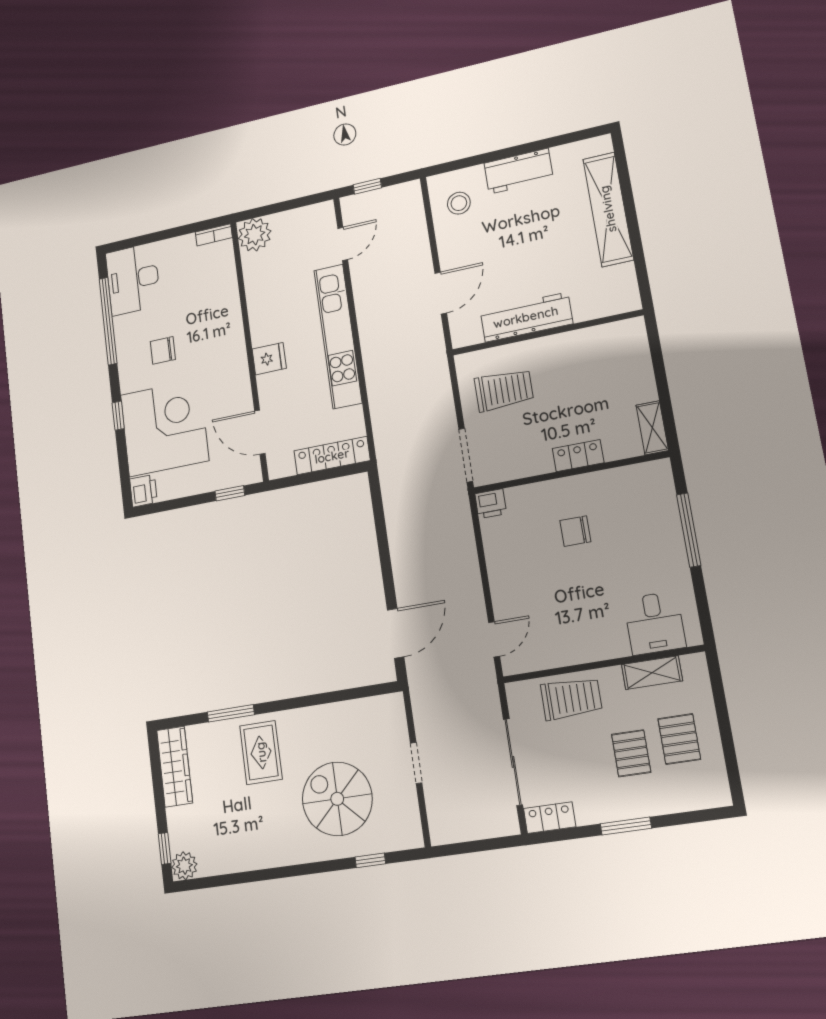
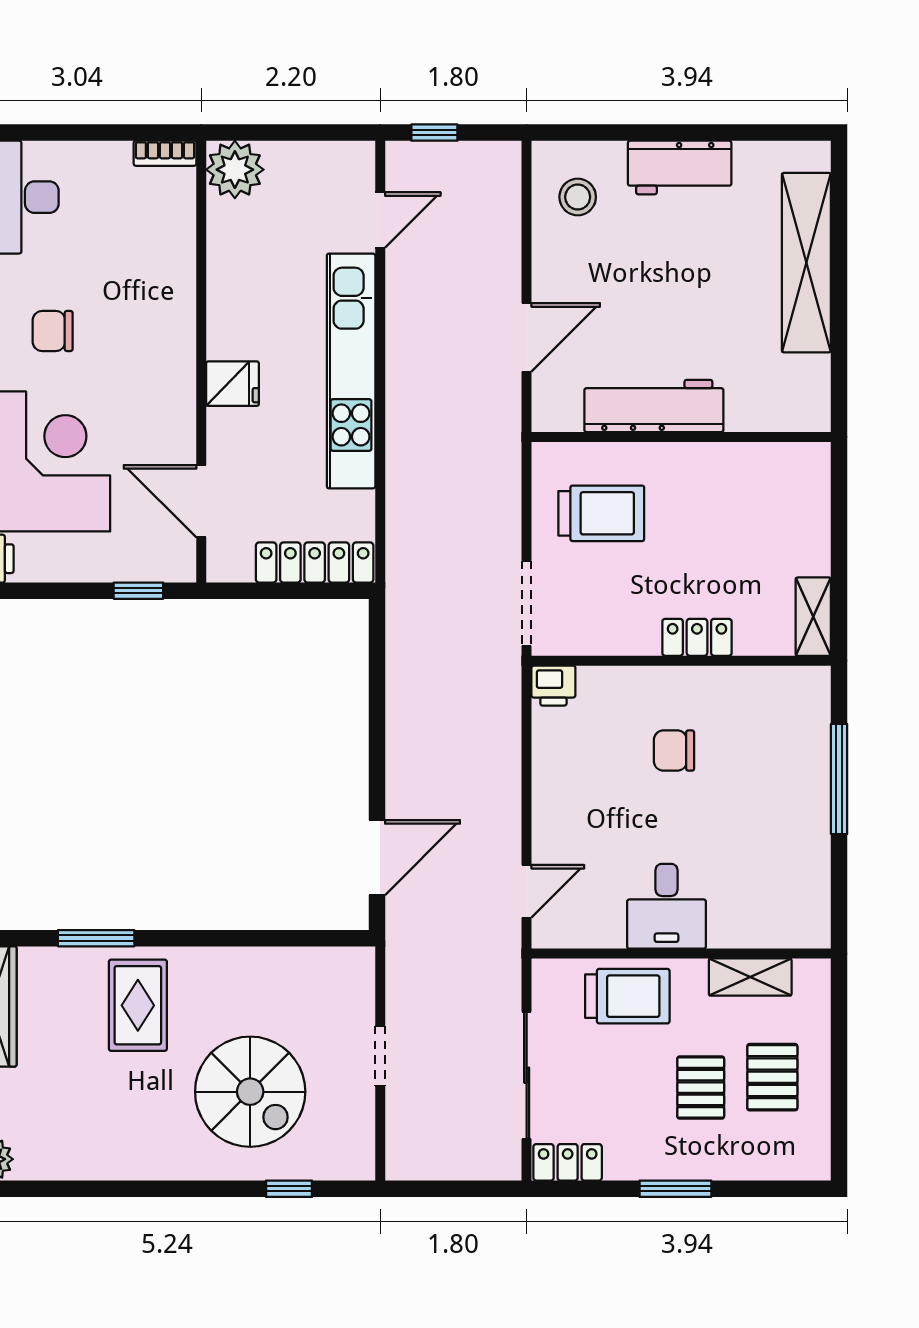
desk: (655, 623) -> (667, 906), moved
spiral stairs: (337, 799) -> (250, 1092), turned 180

